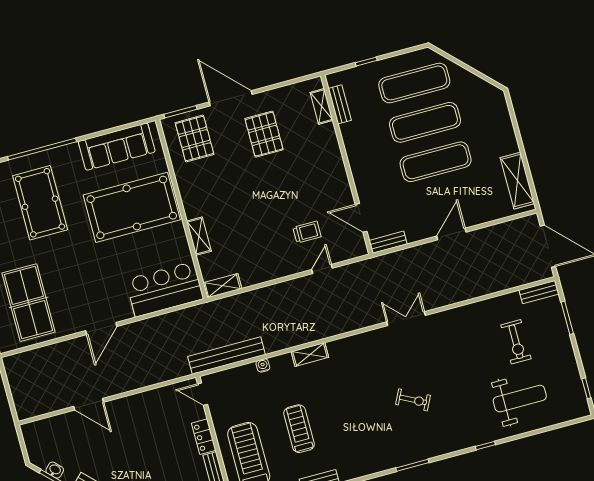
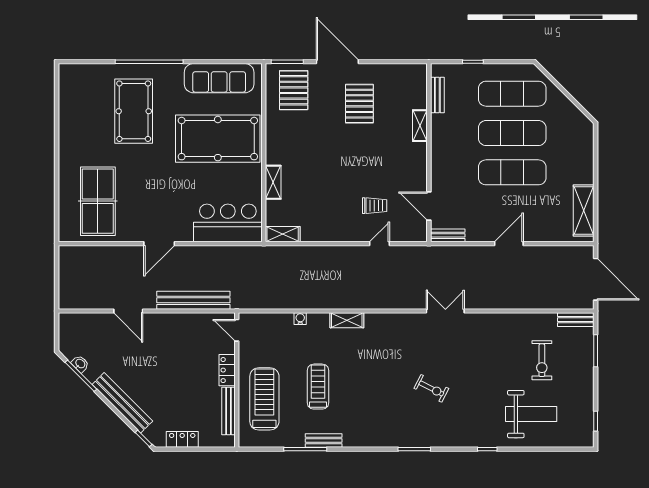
shelving: (322, 106) -> (420, 126), moved
bench: (226, 356) -> (193, 300), moved

